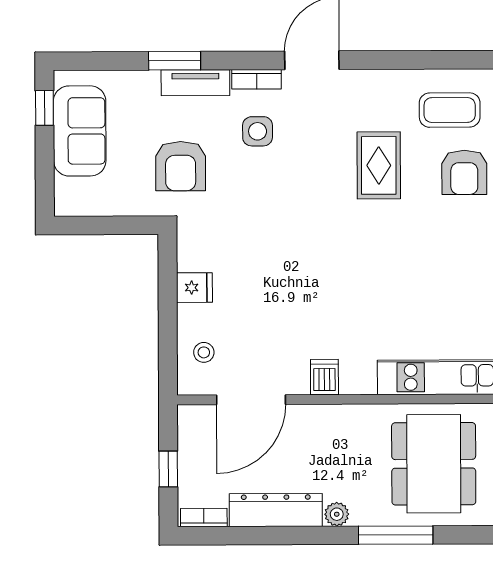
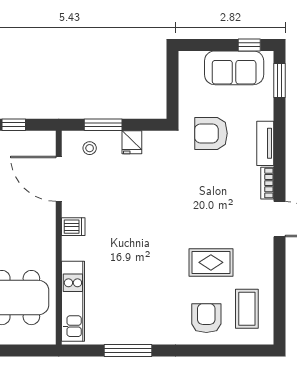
window: (175, 61) -> (280, 81), moved
side table: (258, 131) -> (233, 184), removed
armchair: (464, 172) -> (206, 318), turned 90
window: (168, 332) -> (103, 125), added

